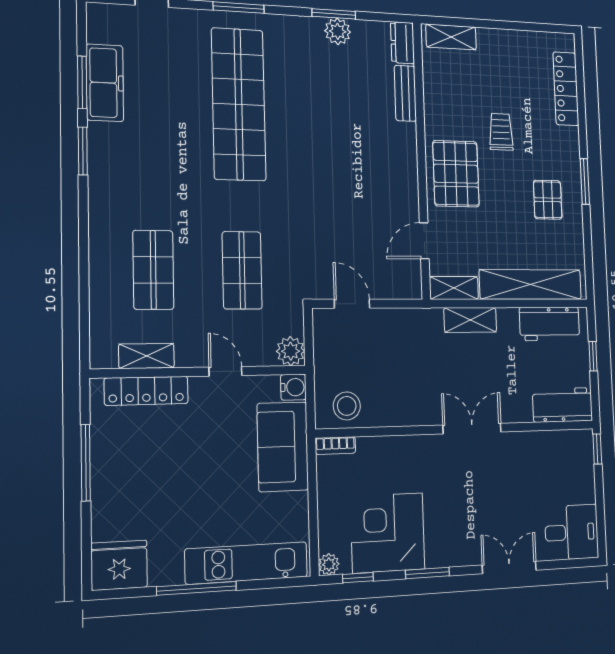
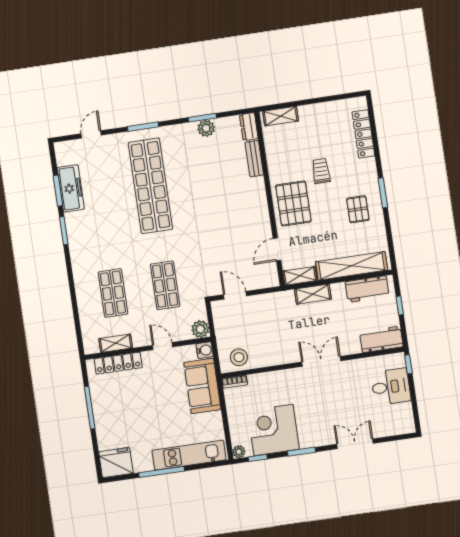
desk: (572, 532) -> (391, 387), moved

